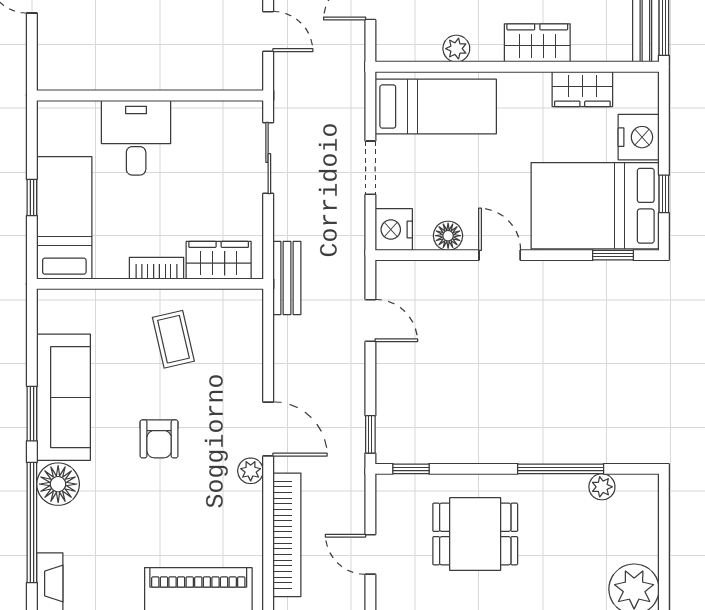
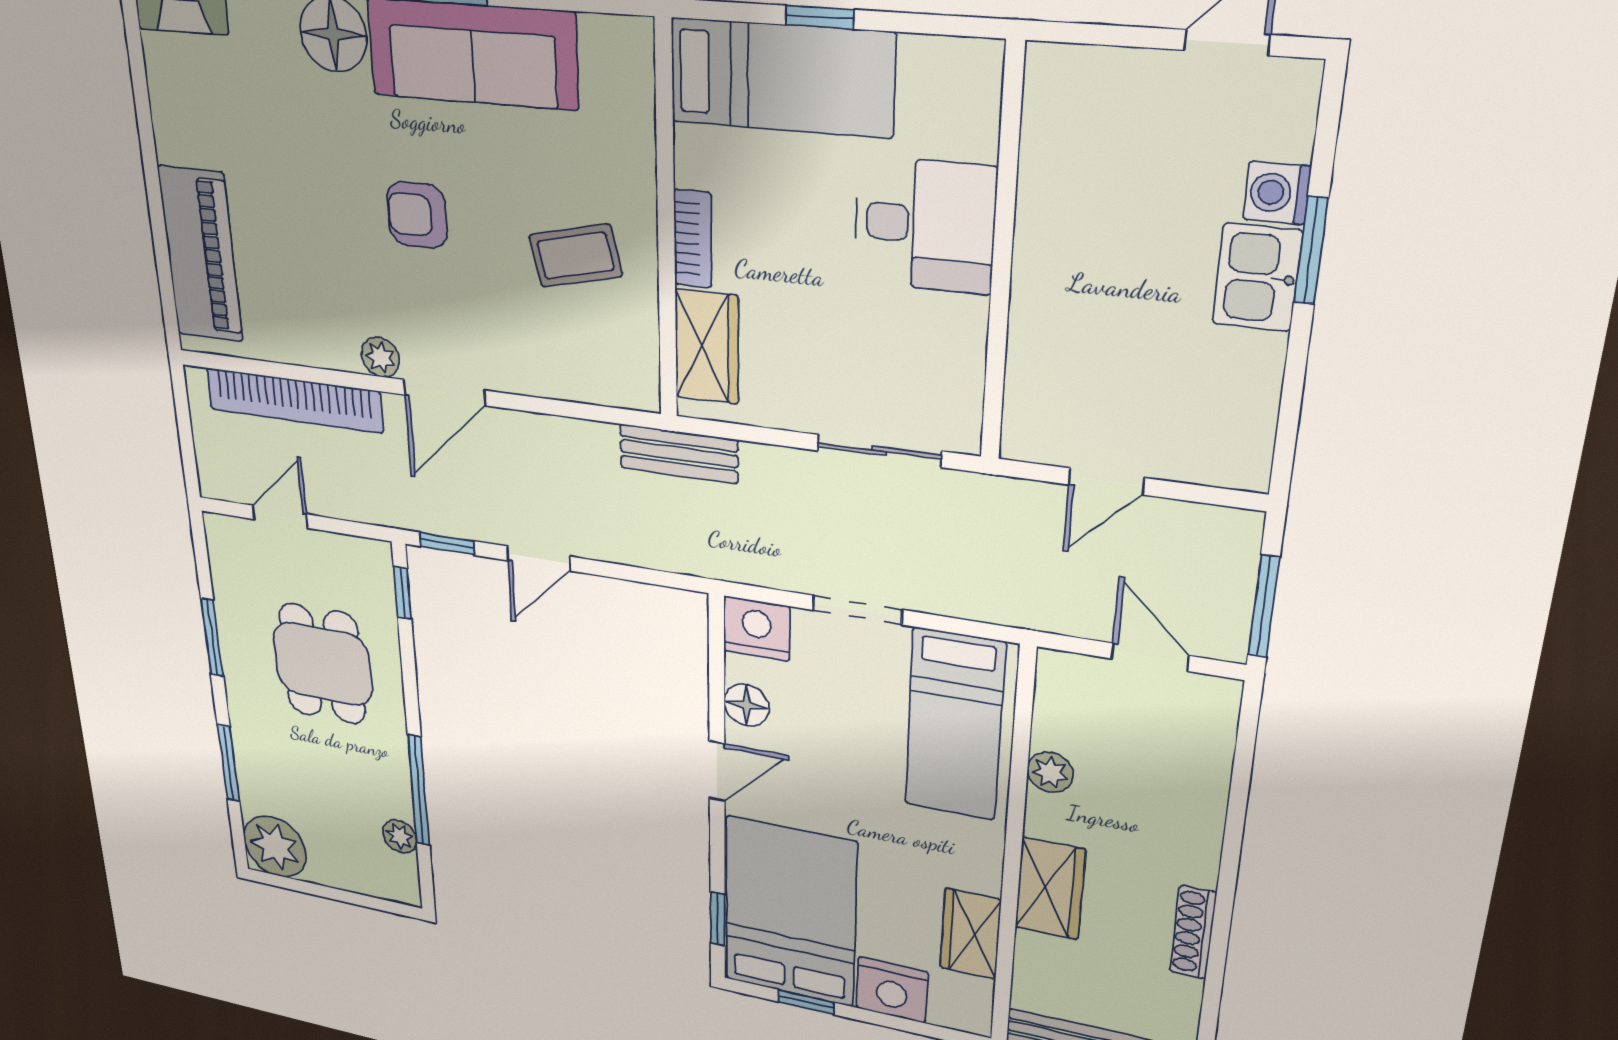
door: (370, 320) -> (539, 558), moved

